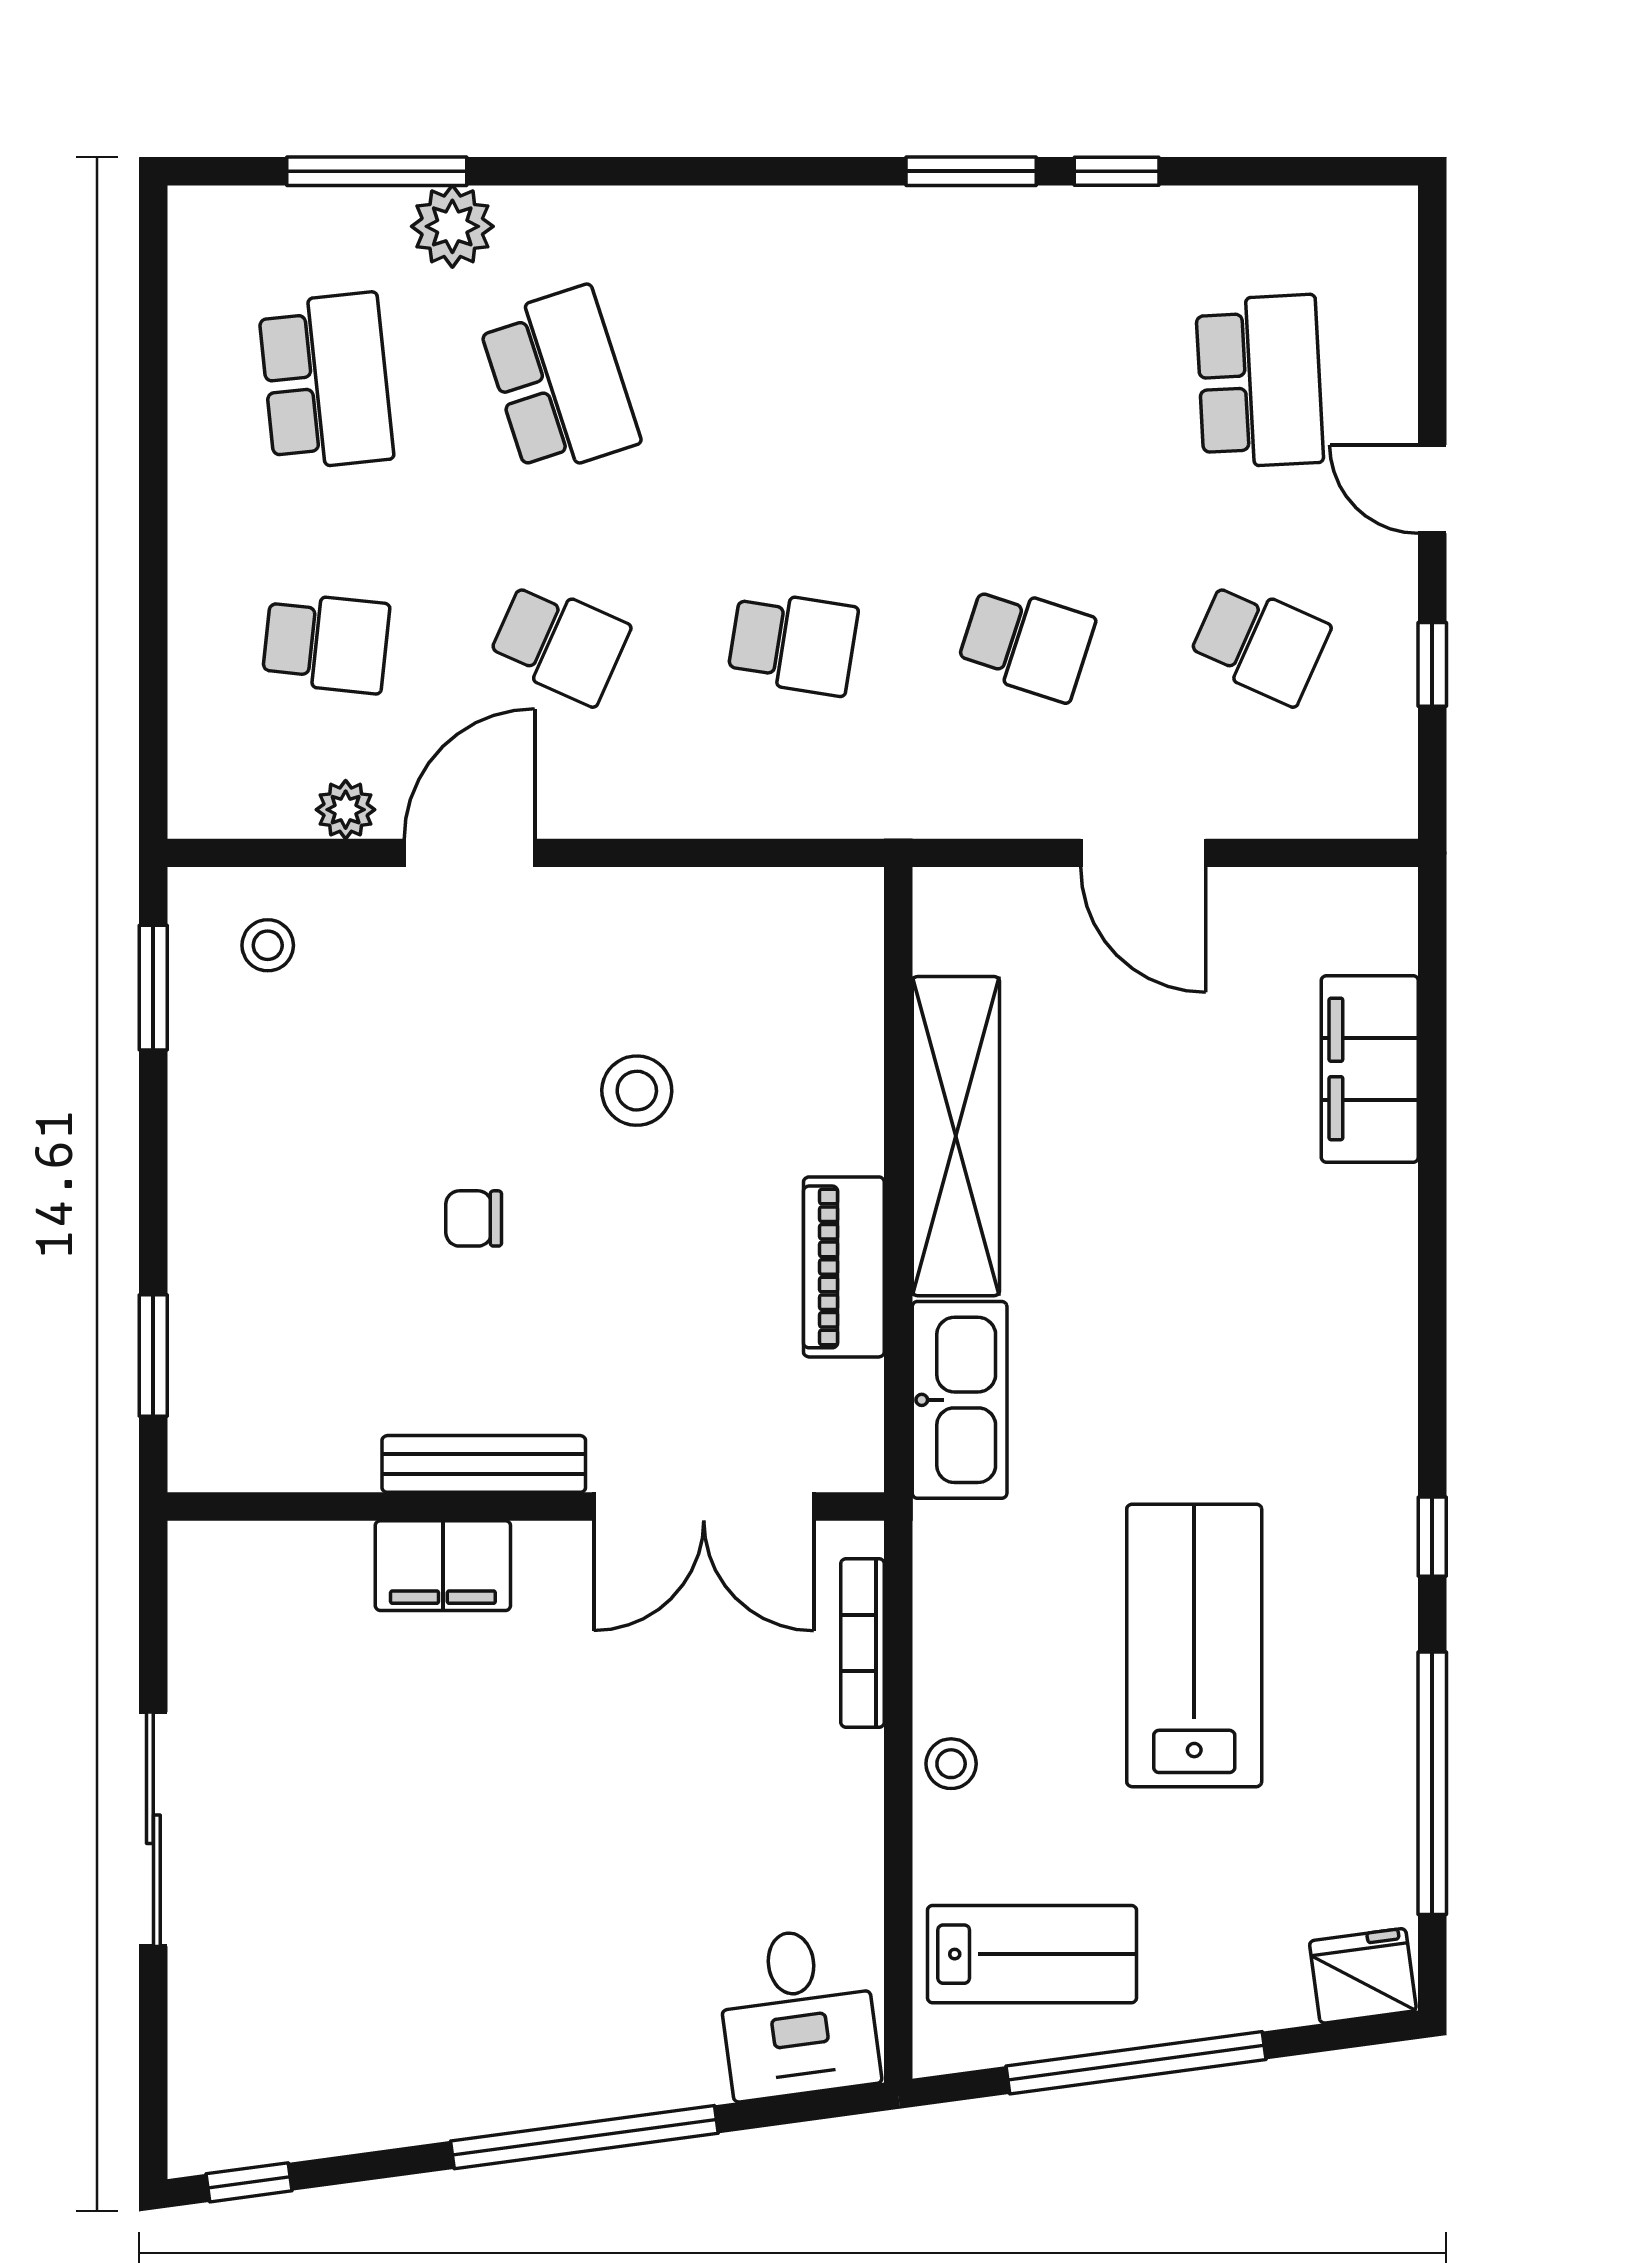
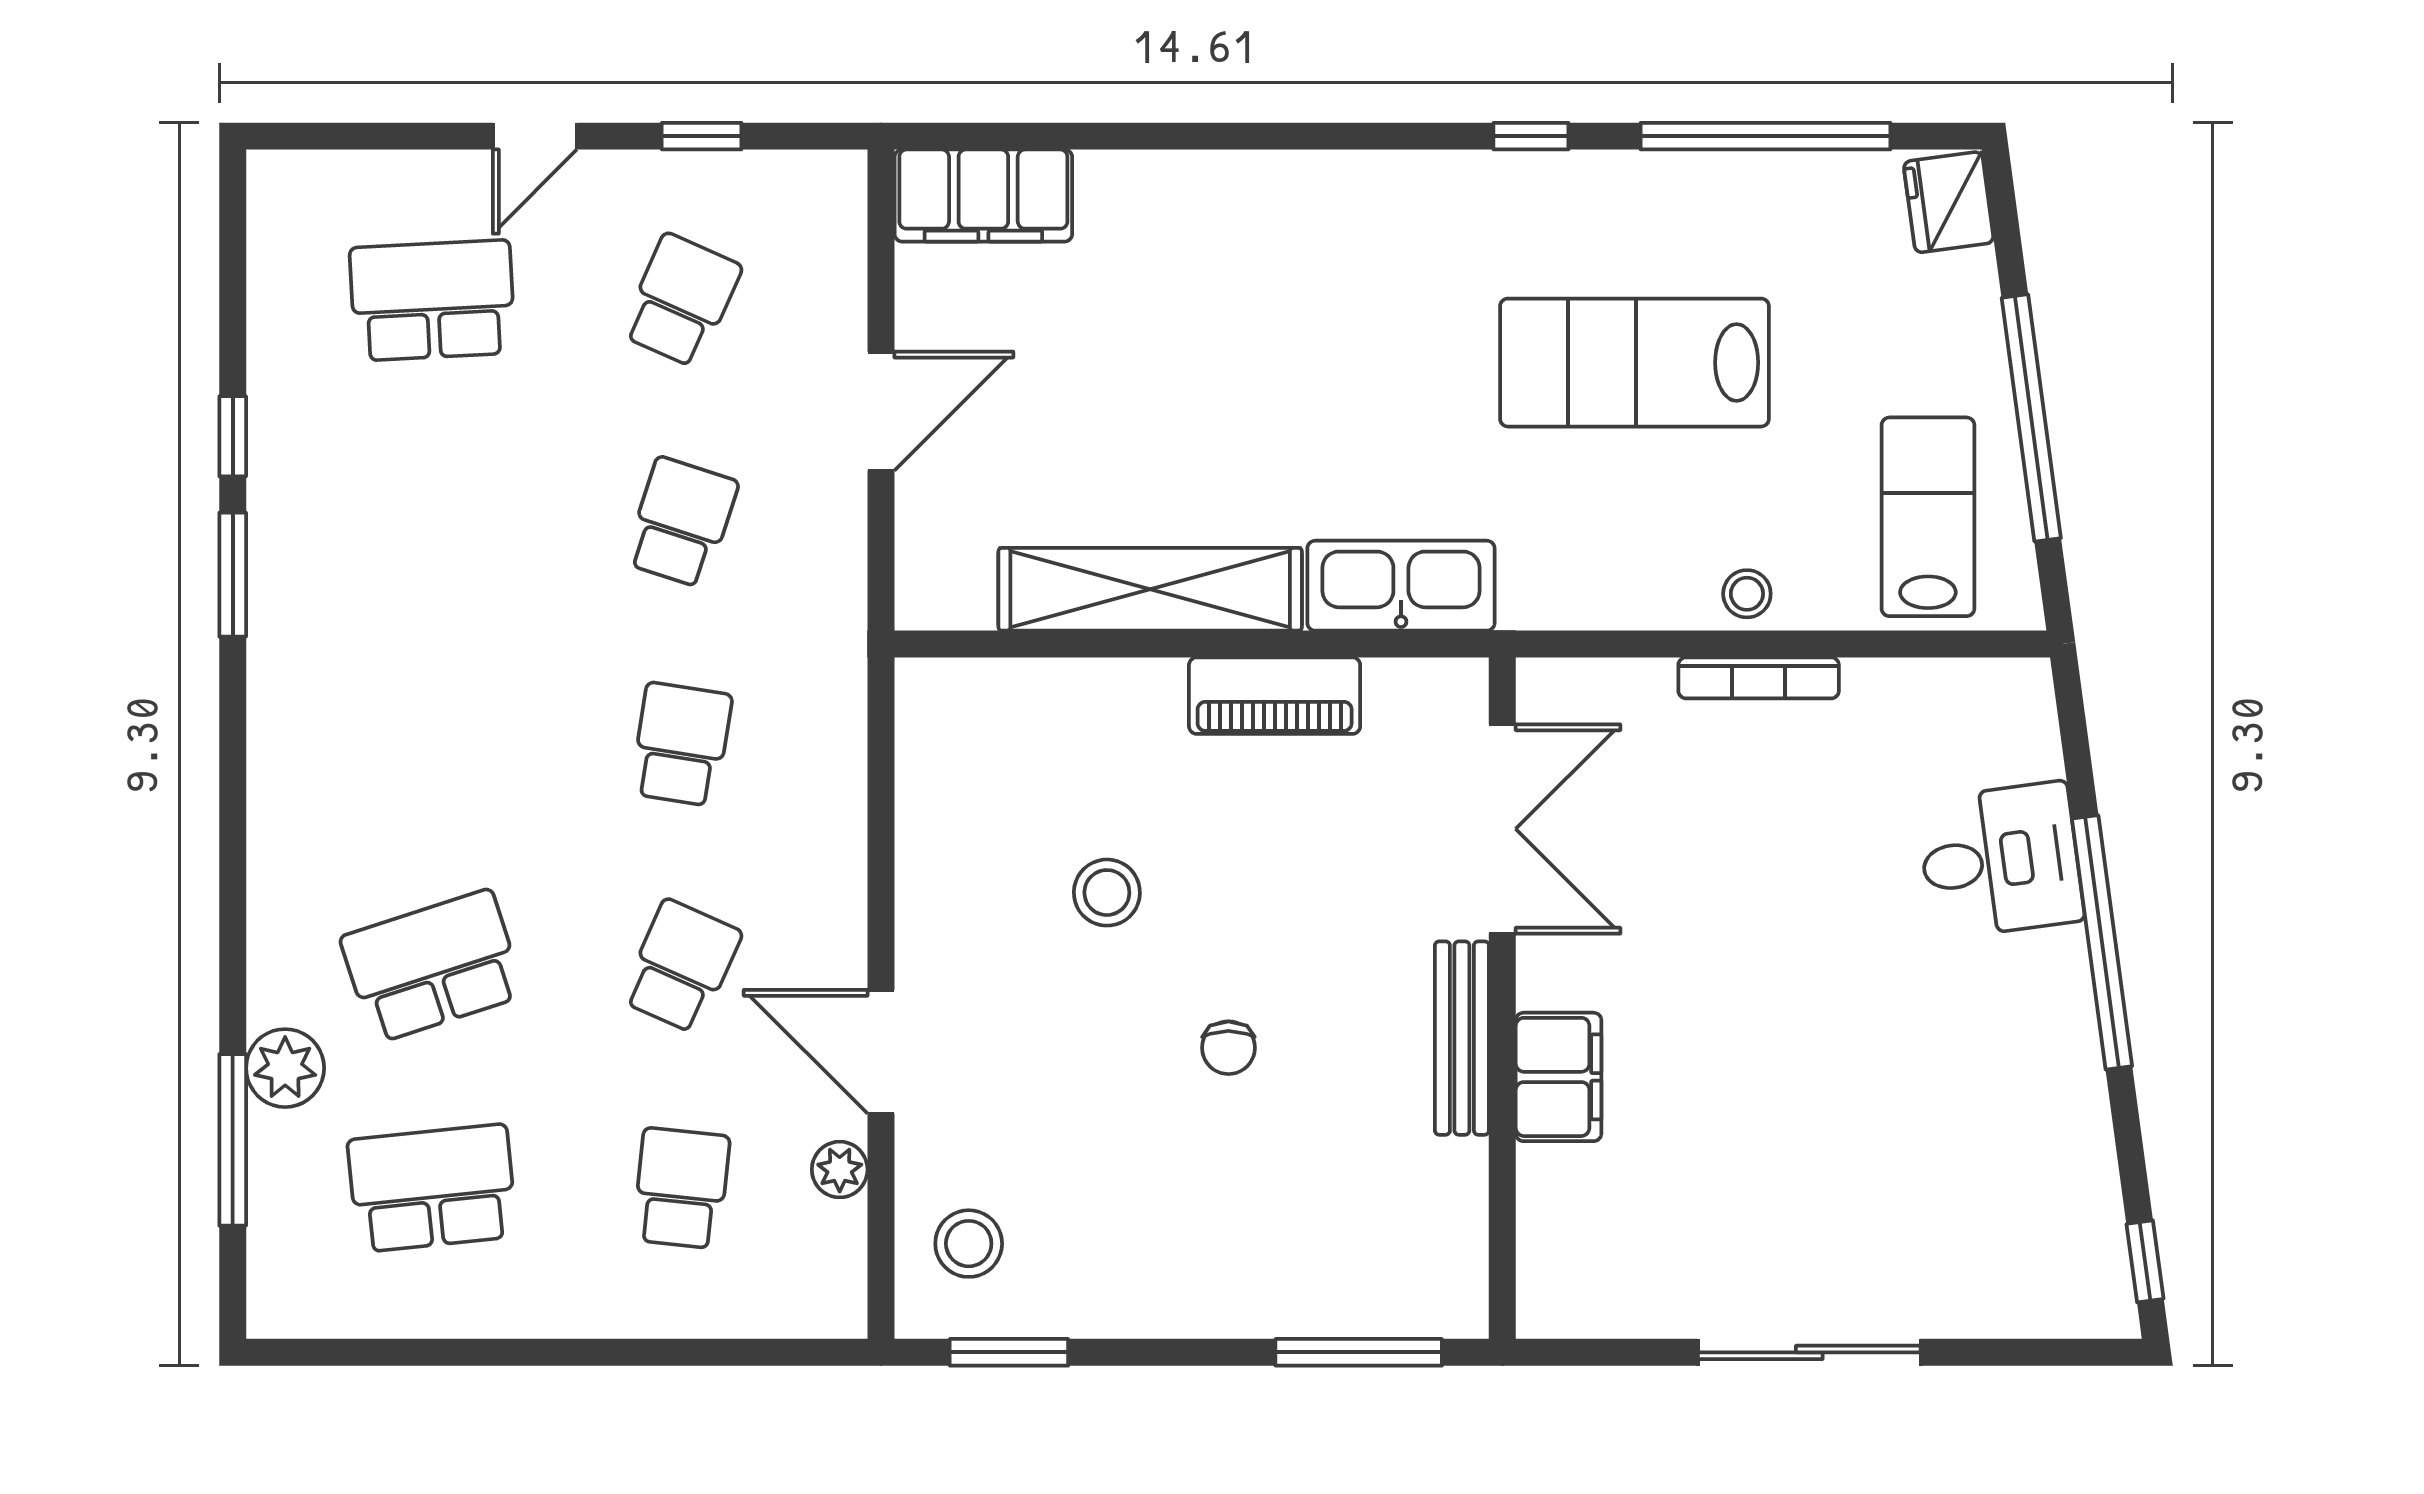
stool: (268, 945) -> (969, 1244), width x1.37, depth x1.37
filing cabinet: (1370, 1069) -> (983, 196), moved
window: (153, 1355) -> (1359, 1352), width x1.44
bookcase: (863, 1643) -> (1759, 678), moved
desk: (798, 2013) -> (2000, 860), moved

